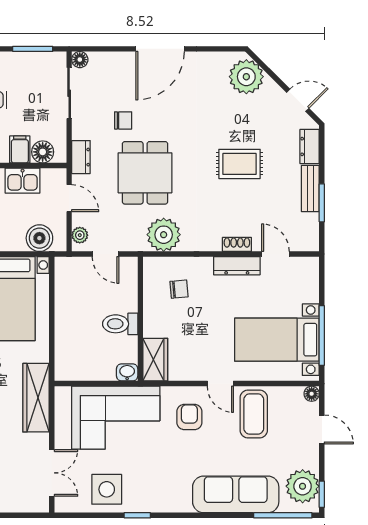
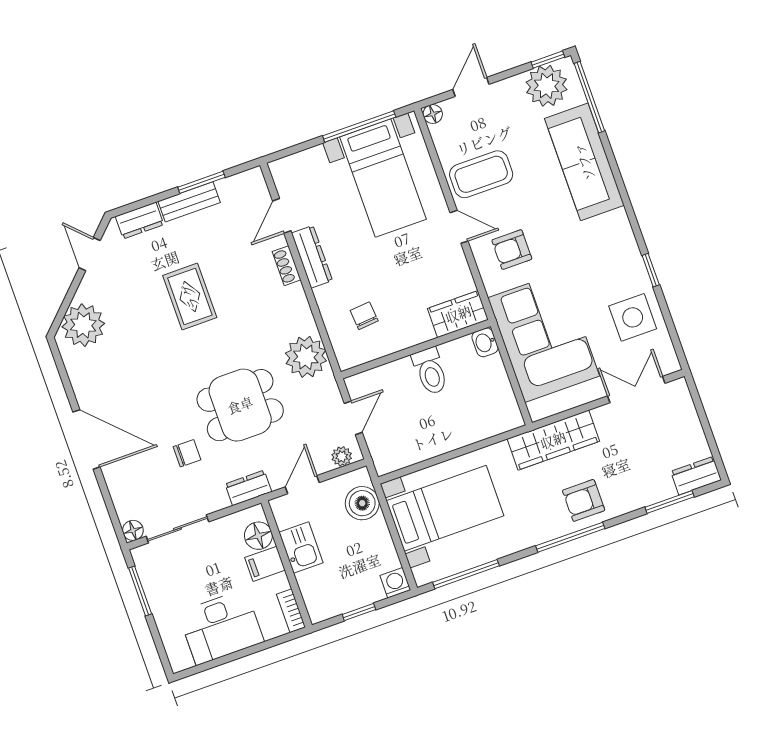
chair: (123, 120) -> (187, 453), turned 90
door: (220, 384) -> (459, 227), hinge flipped

